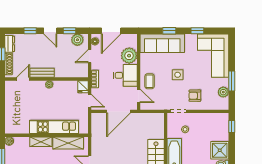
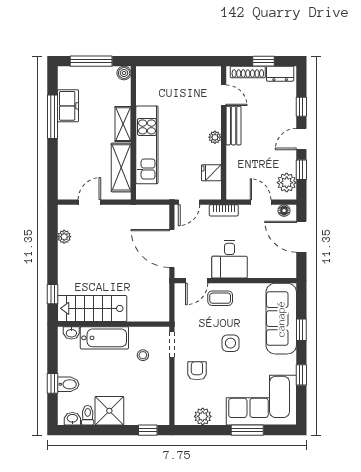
plant: (129, 56) -> (261, 265), removed
window: (232, 81) -> (247, 430), moved
fridge: (83, 87) -> (211, 173), moved

